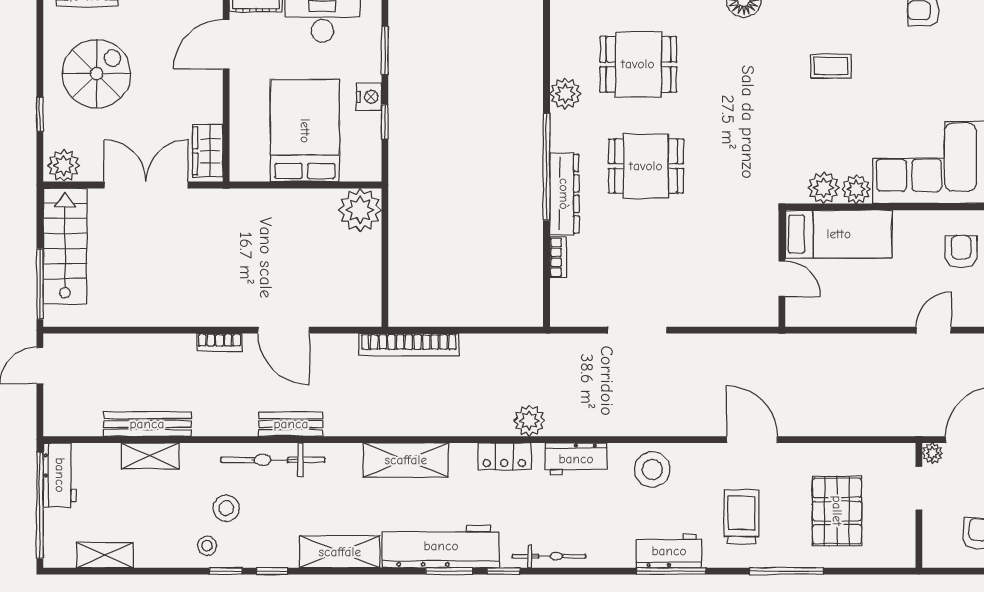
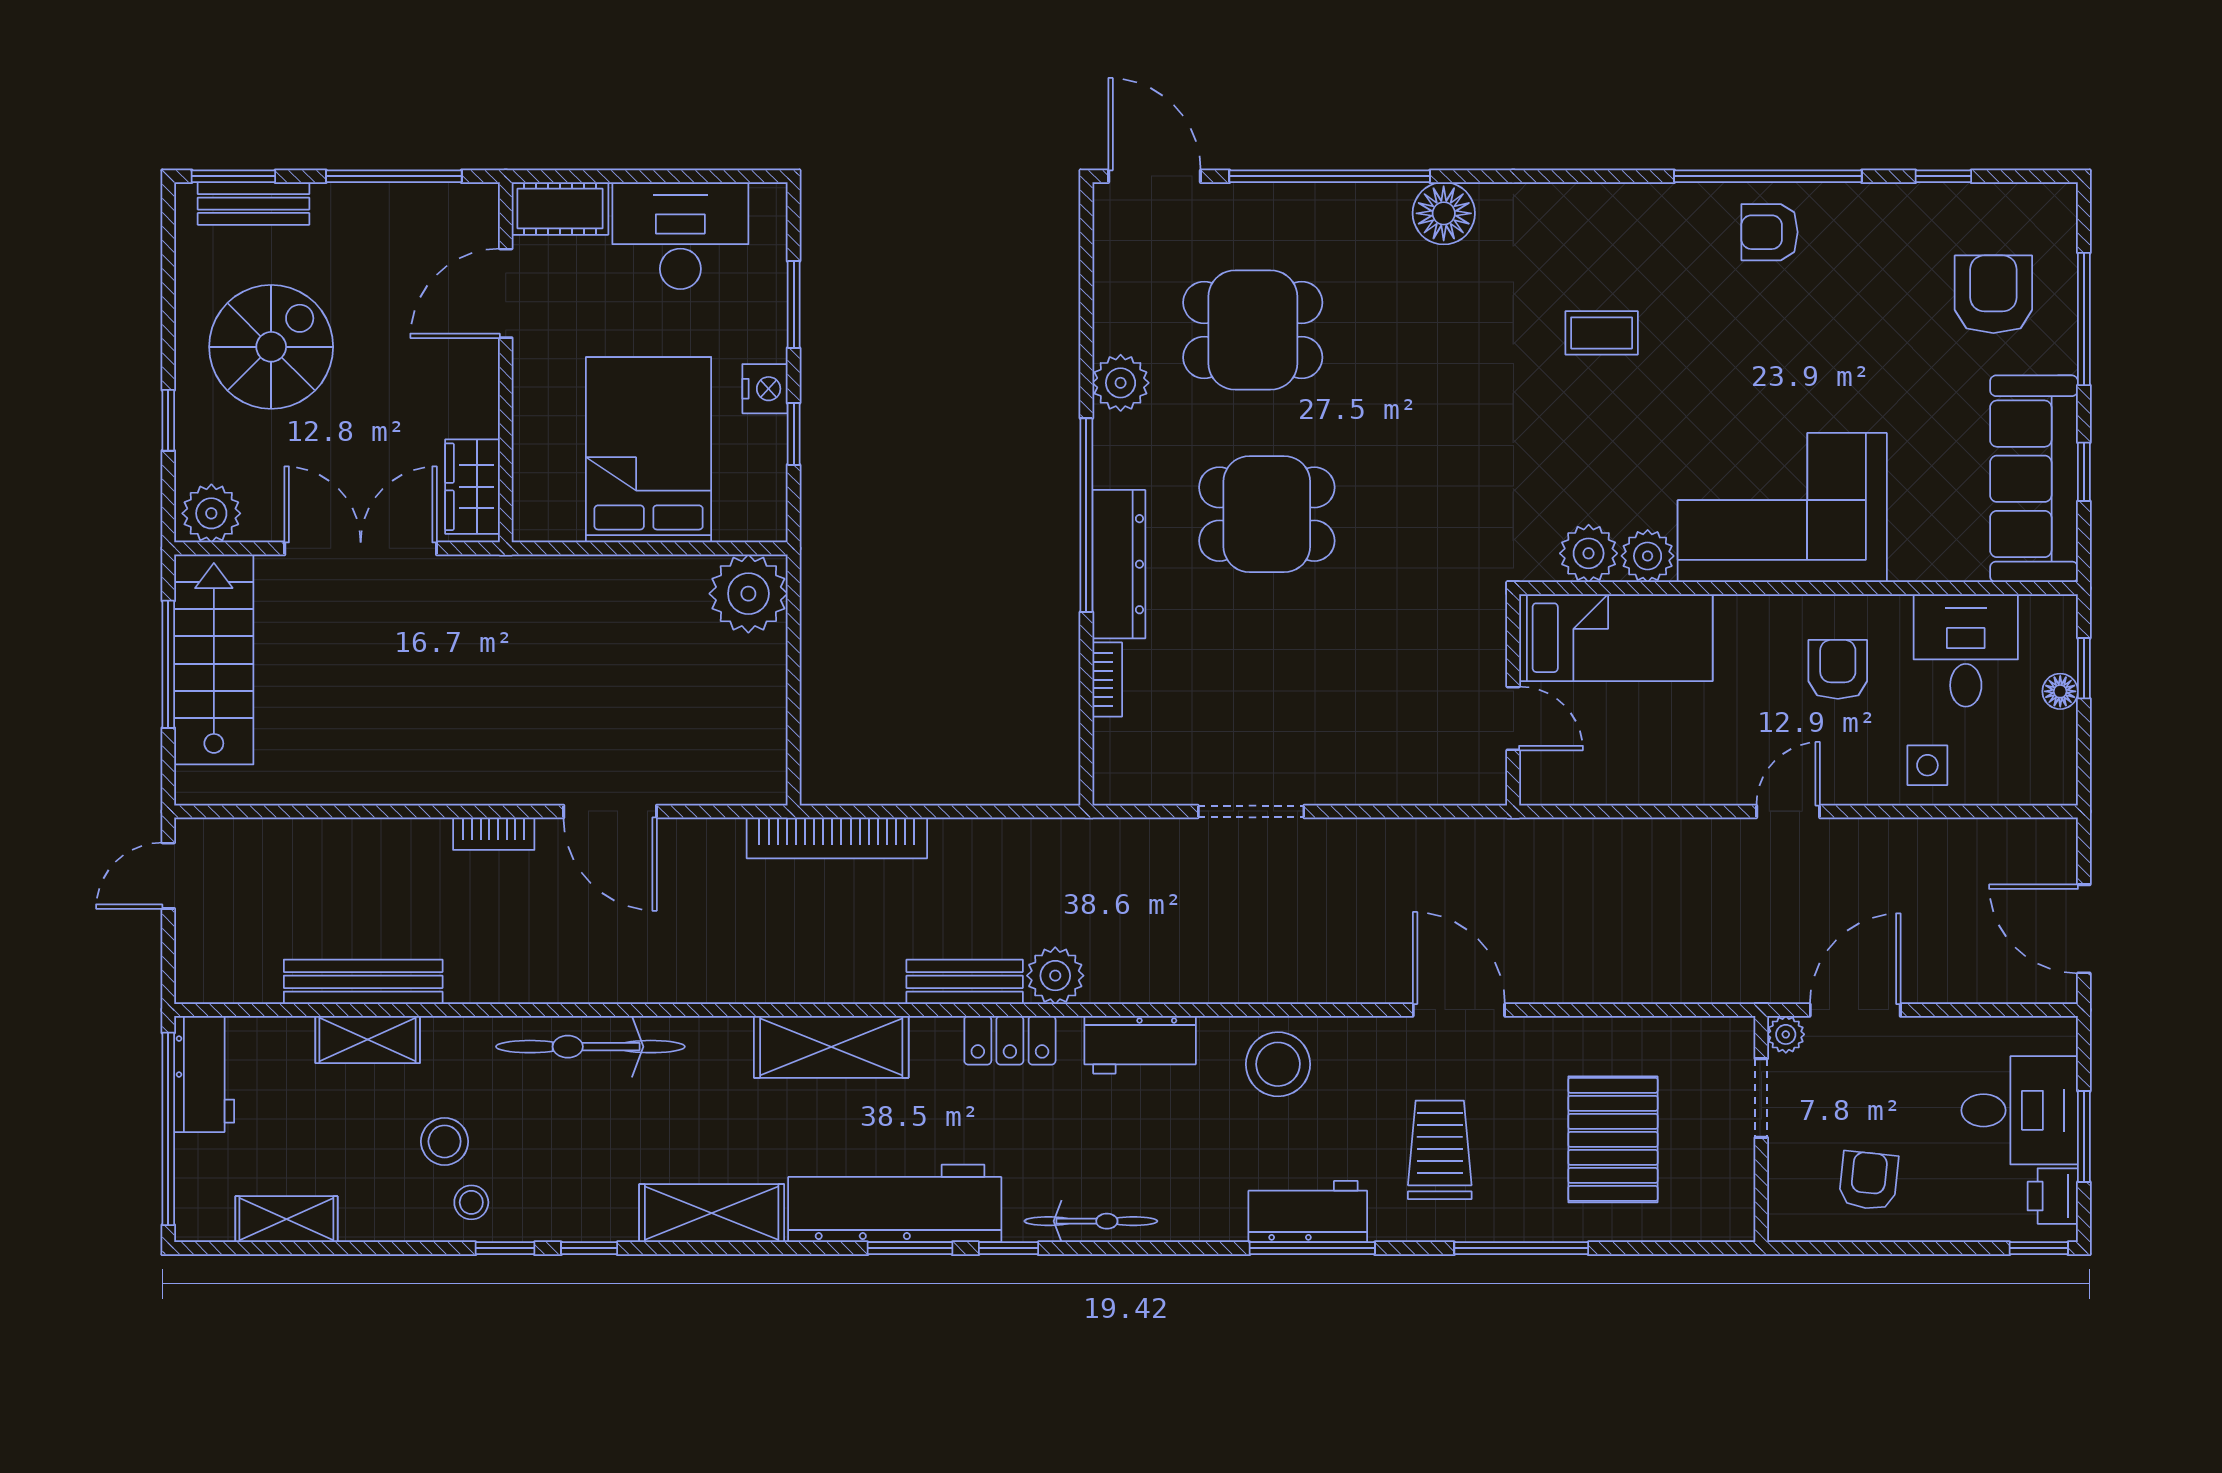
window: (40, 284) -> (168, 664), moved
bench: (291, 424) -> (965, 982), moved
stool: (226, 508) -> (445, 1141), moved

